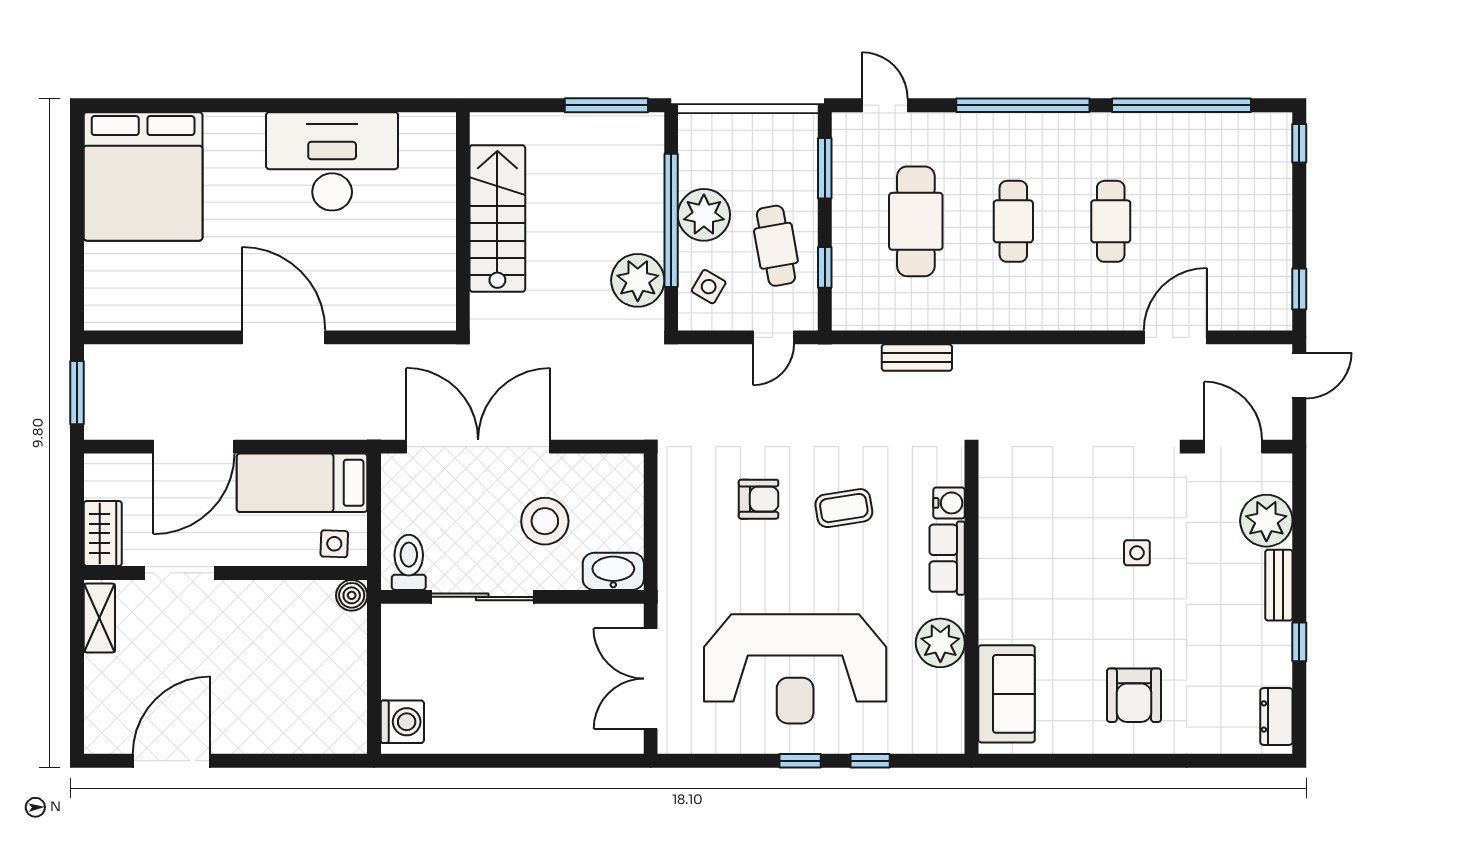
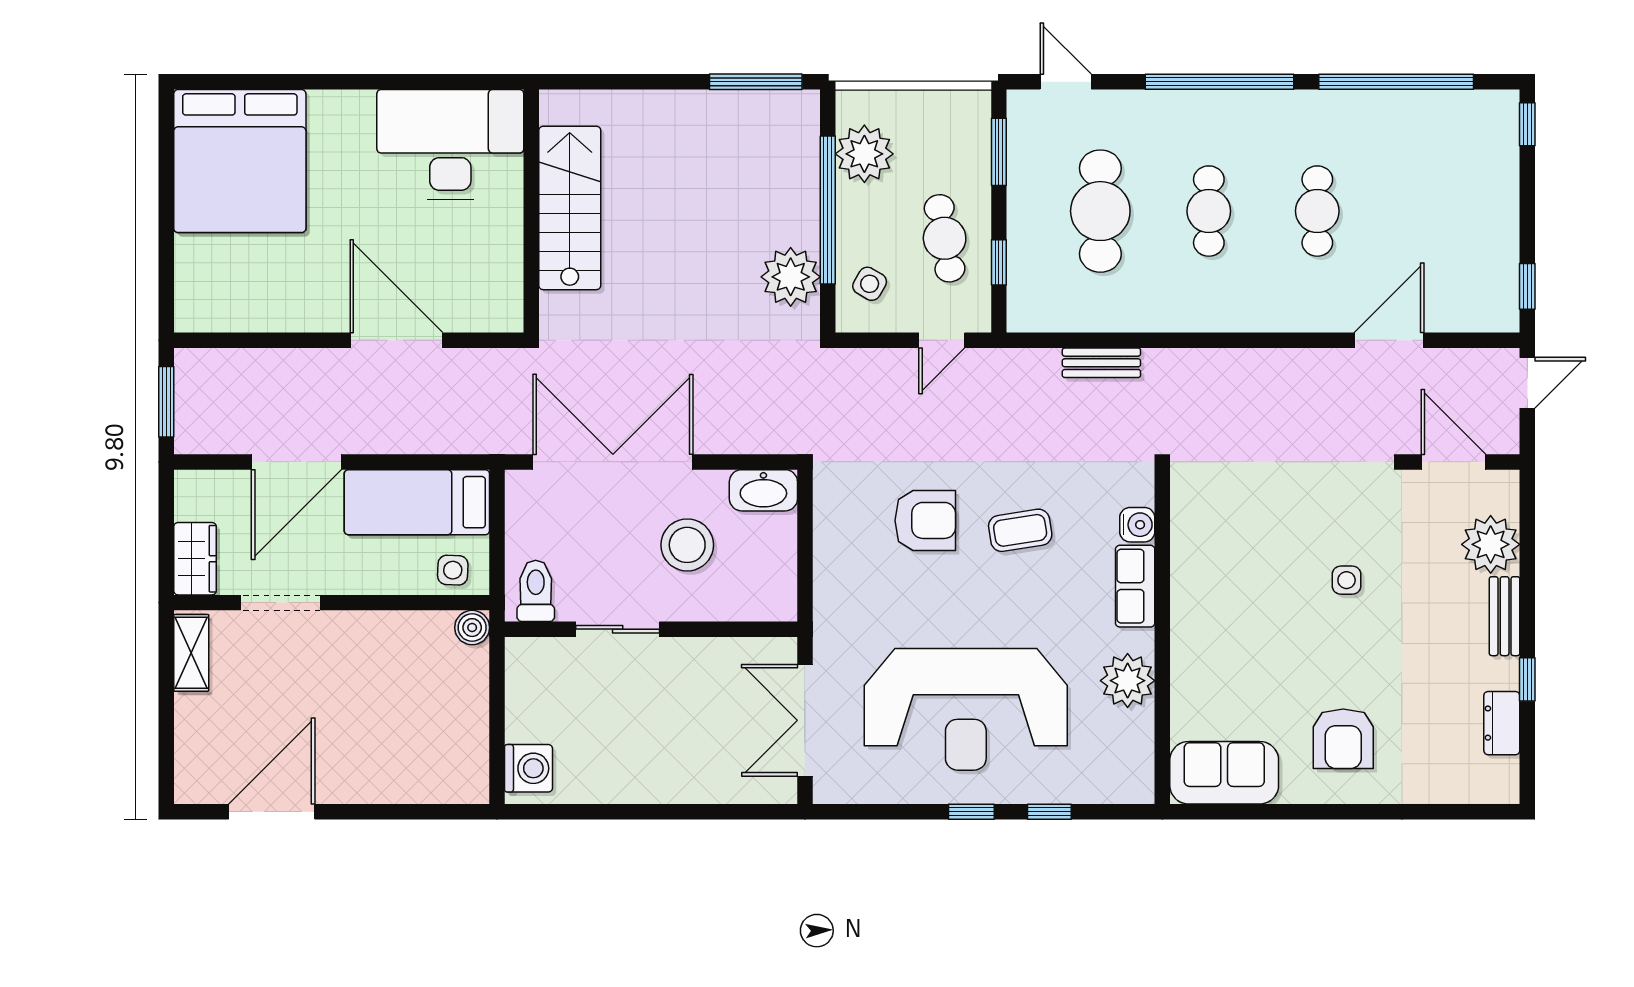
plant: (704, 215) -> (864, 154), moved
stairs: (497, 219) -> (570, 208), moved
wall: (463, 221) -> (531, 211), moved
armchair: (759, 499) -> (925, 520), width x1.38, depth x1.38
washbasin: (613, 571) -> (763, 490), moved, turned 180
sliding door: (482, 597) -> (618, 629), width x0.73
sofa: (1007, 694) -> (1224, 773), moved, turned -90
dresser: (1276, 716) -> (1502, 723), moved

